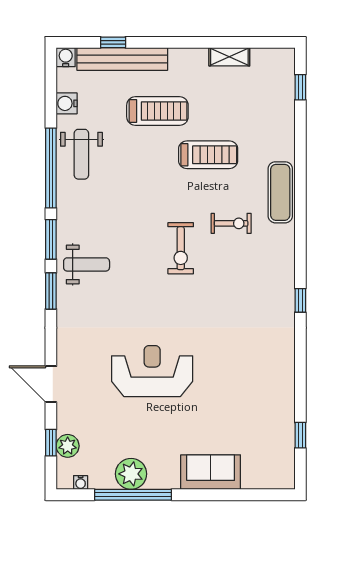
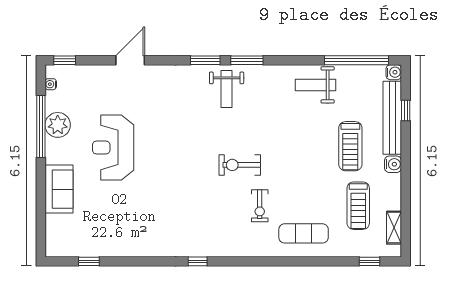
shelving: (229, 57) -> (394, 228), moved
water cooler: (67, 103) -> (393, 164), moved, turned 90
treadmill: (208, 155) -> (358, 206), moved
window: (51, 168) -> (356, 60), moved
exercise mat: (280, 192) -> (304, 233), moved
reception desk: (152, 371) -> (113, 147), moved, turned 180
window: (51, 443) -> (65, 60), moved
plant: (68, 446) -> (80, 74), removed

